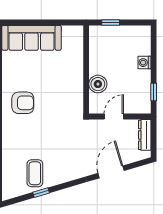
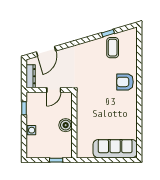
boiler: (98, 84) -> (66, 125), moved
armchair: (23, 103) -> (125, 82), moved
door: (111, 172) -> (46, 51), moved

